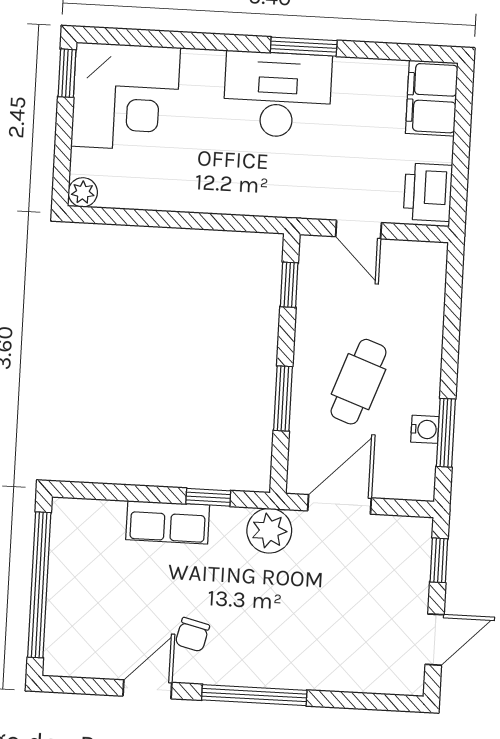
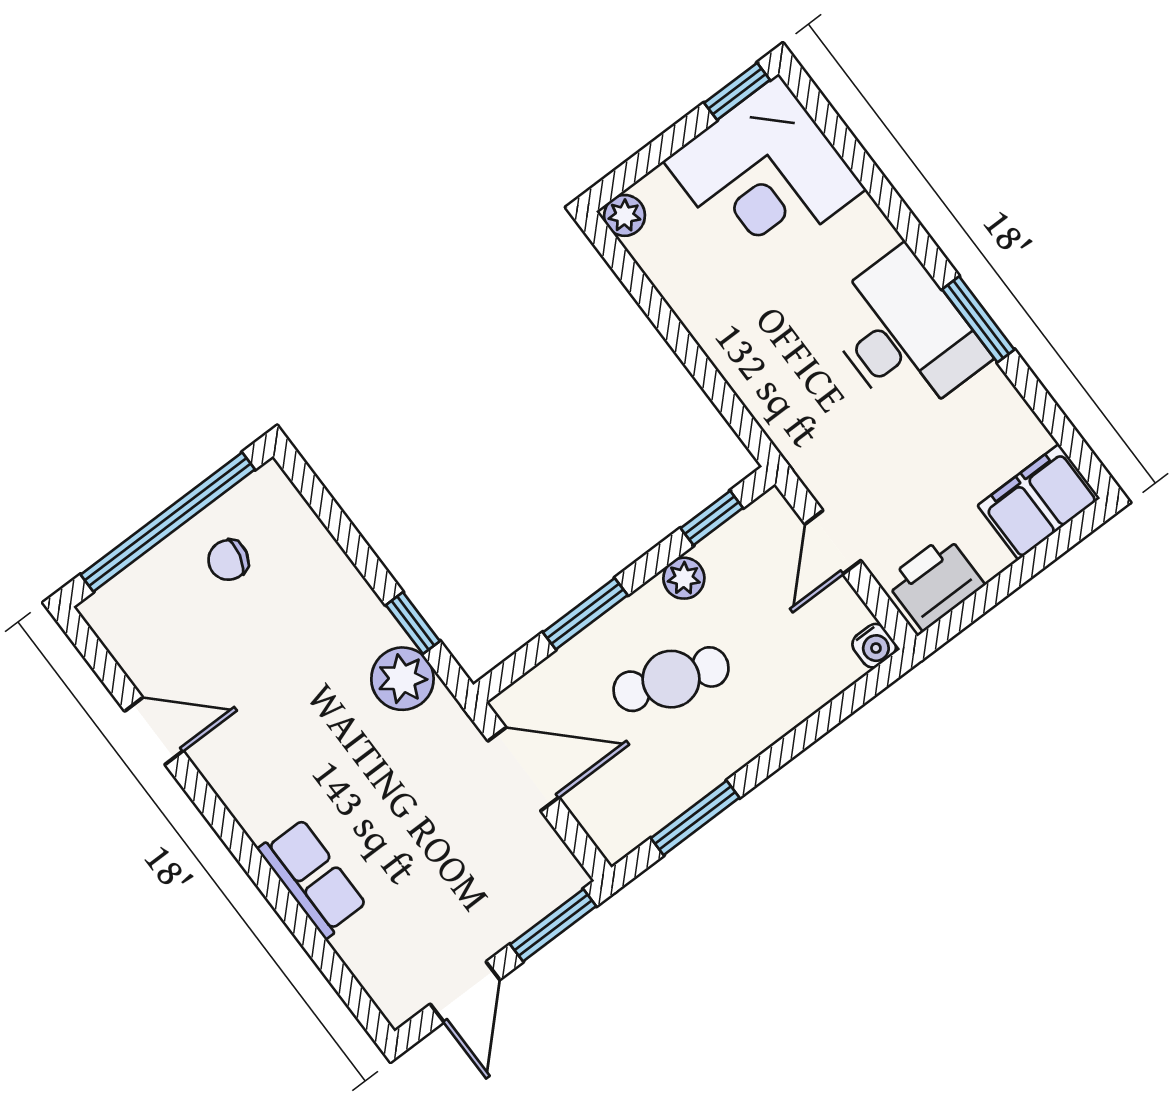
plant: (309, 328) -> (684, 578), added
water cooler: (425, 429) -> (874, 646), moved
row of seats: (168, 522) -> (313, 878), moved, turned 180
plant: (269, 531) -> (402, 679), moved
window: (439, 560) -> (553, 925), width x1.50
chair: (192, 635) -> (228, 560), moved
door: (435, 640) -> (465, 992), hinge flipped
window: (254, 695) -> (244, 850), removed

